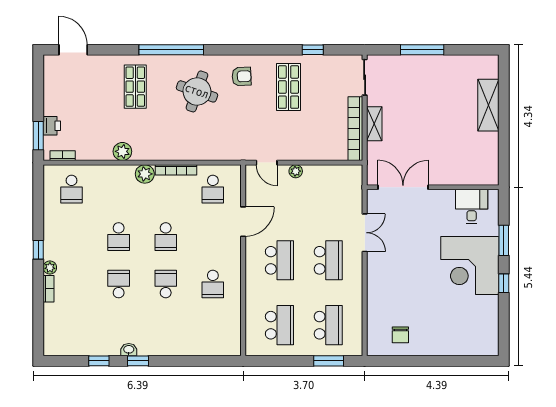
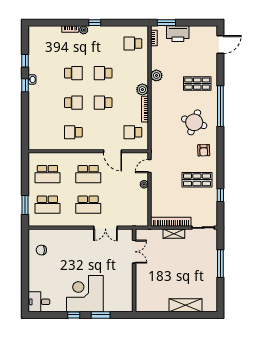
printer: (52, 126) -> (178, 34), width x1.87, depth x1.48
double door: (403, 187) -> (134, 252), width x0.73
desk: (472, 206) -> (39, 302), moved, turned 180

